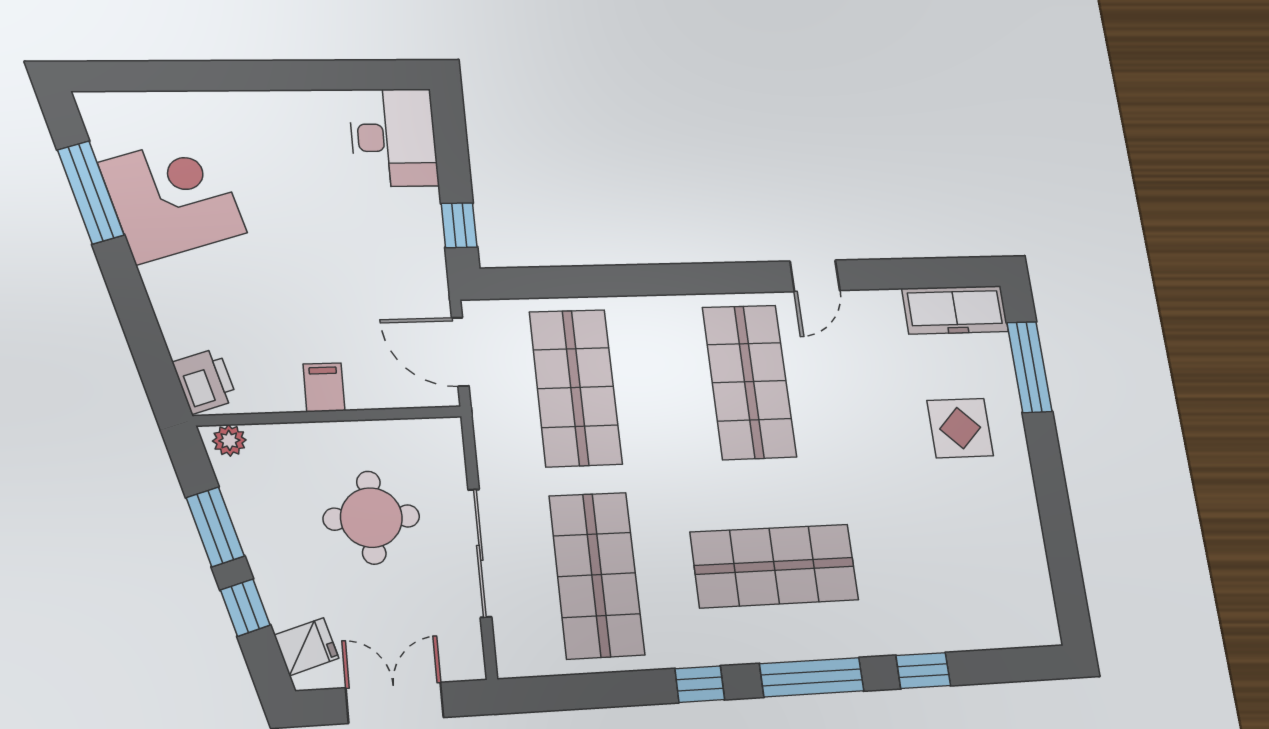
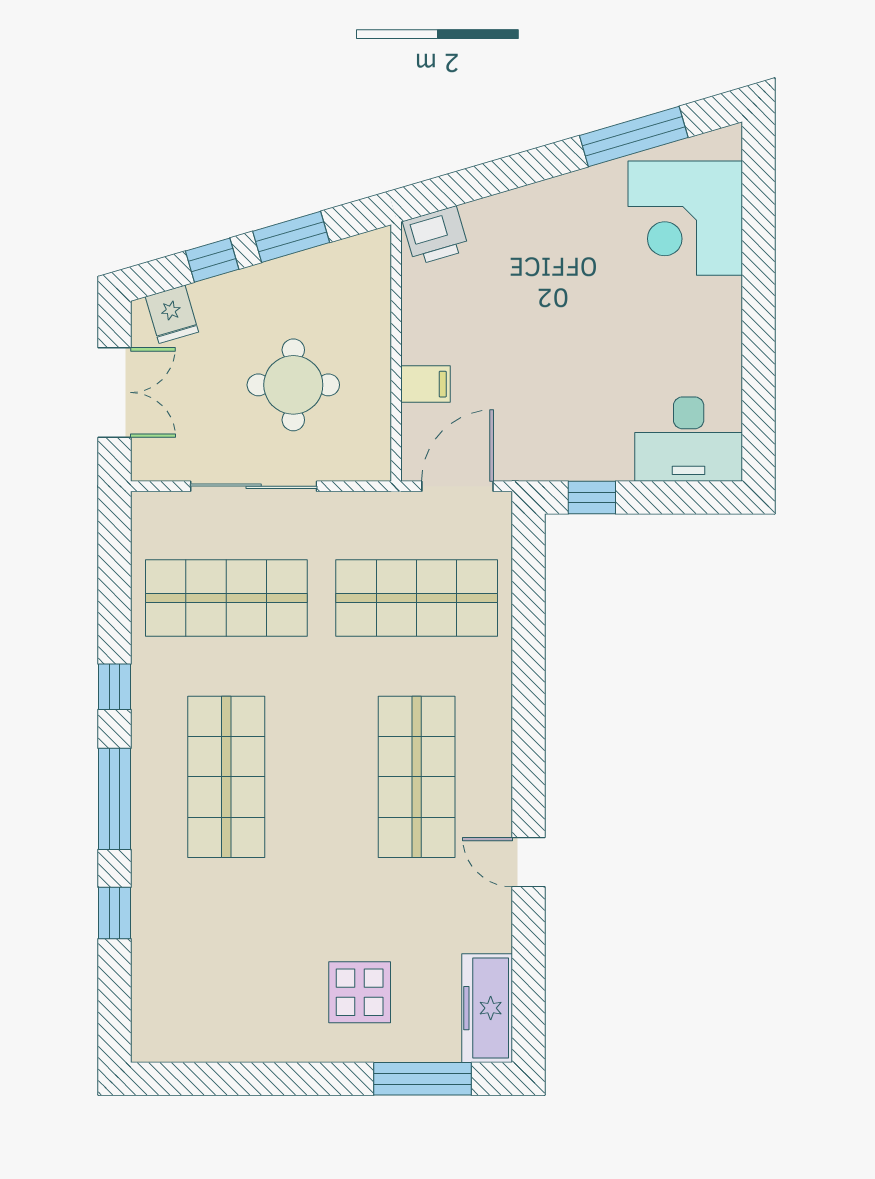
corner desk: (172, 198) -> (685, 218), moved, turned 106
shop shelf: (749, 382) -> (417, 777), turned 90
filing cabinet: (324, 387) -> (426, 384), moved
plant: (229, 440) -> (375, 255), removed

